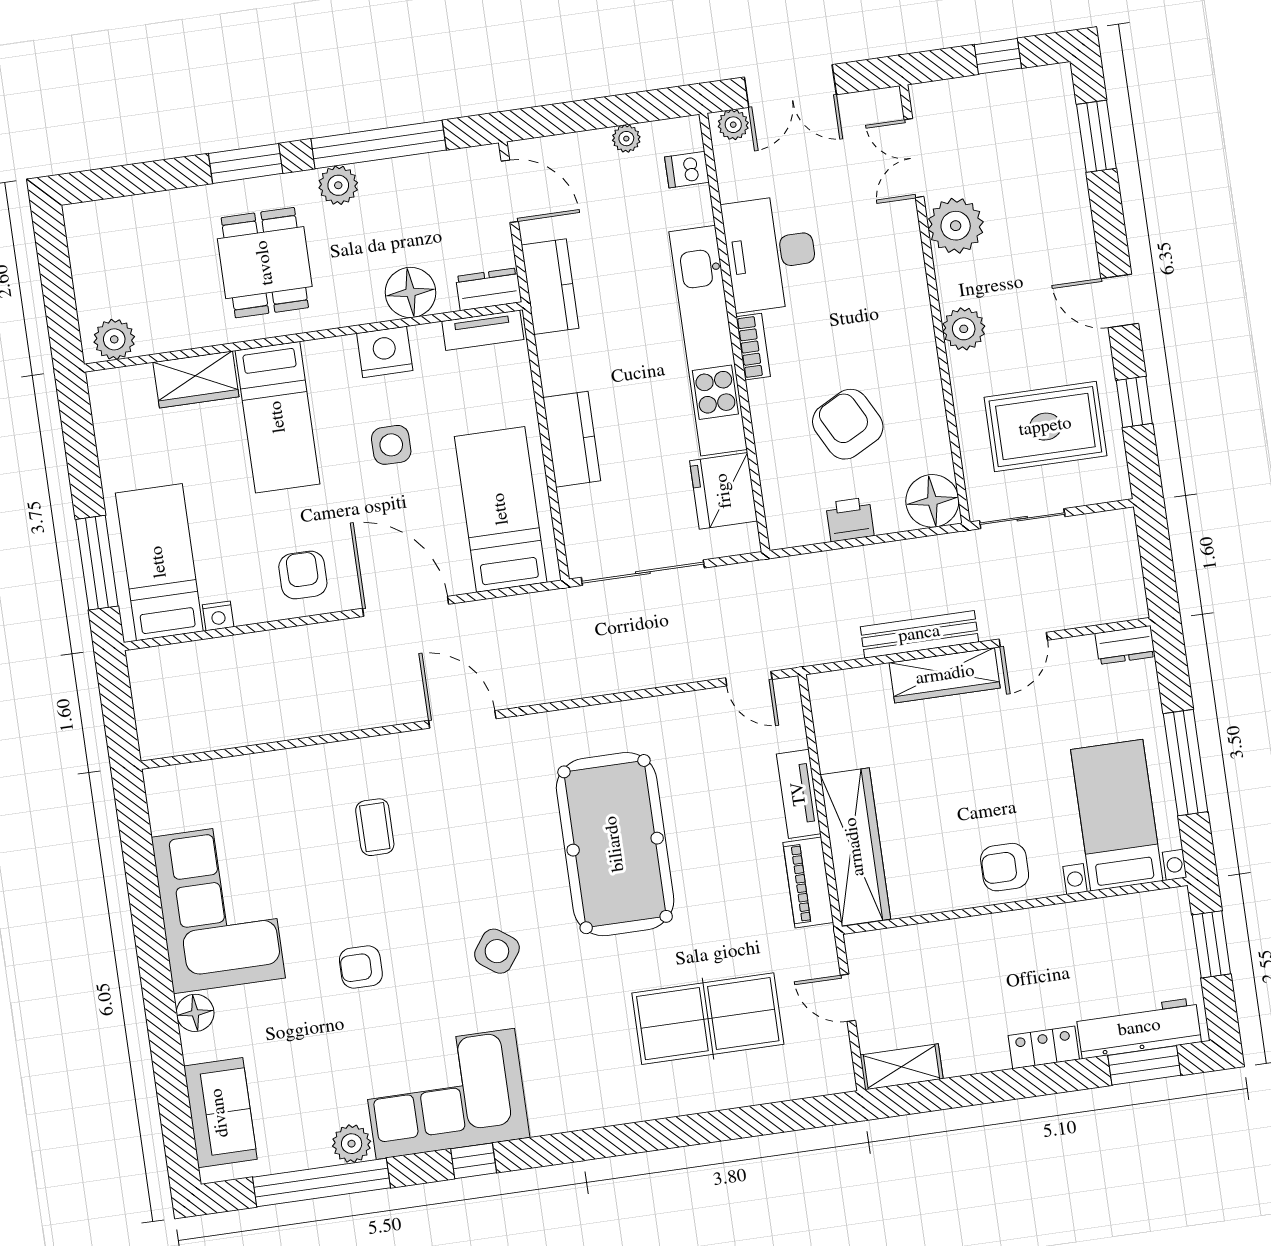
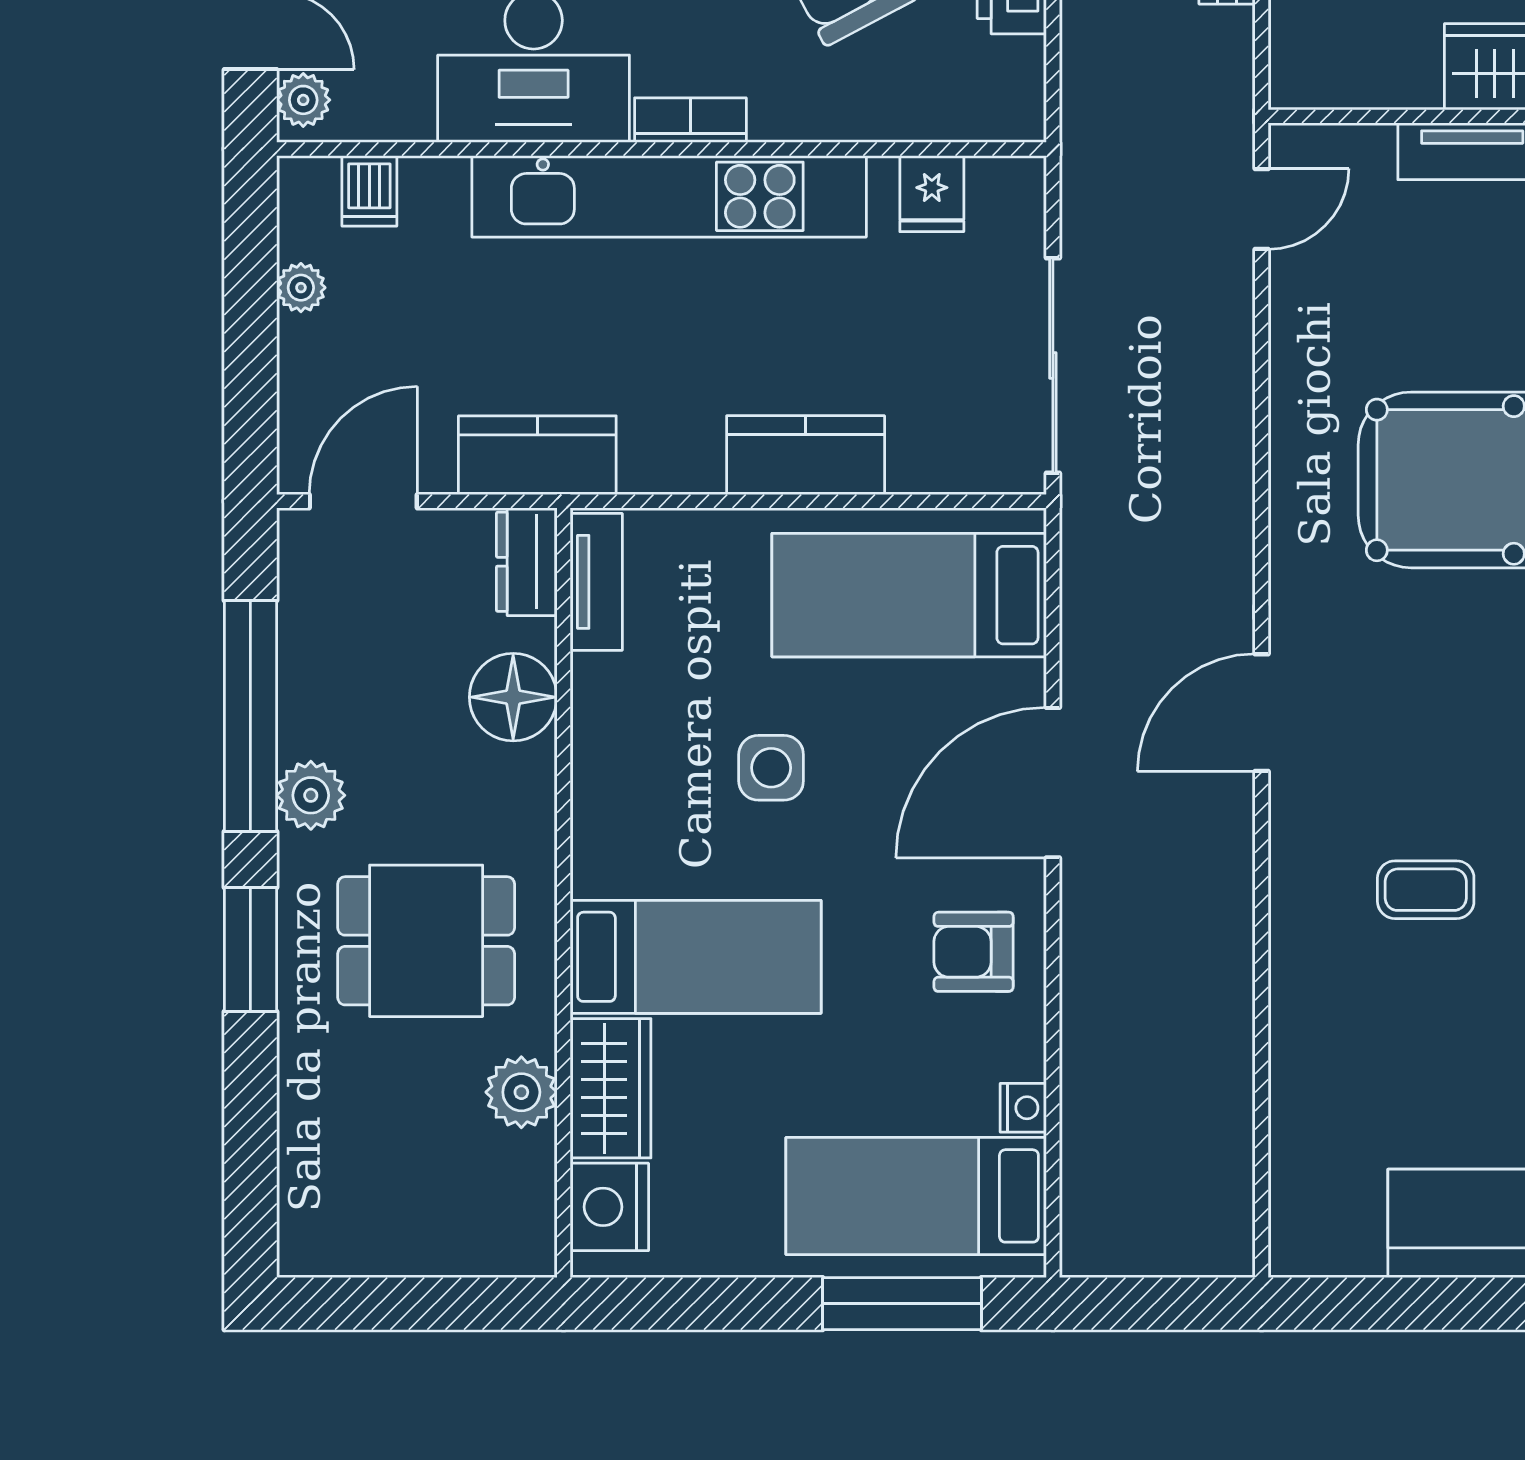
plant: (114, 339) -> (521, 1092), moved
nightstand: (385, 352) -> (609, 1207), moved
fridge: (724, 491) -> (932, 194), width x0.53, depth x0.75

